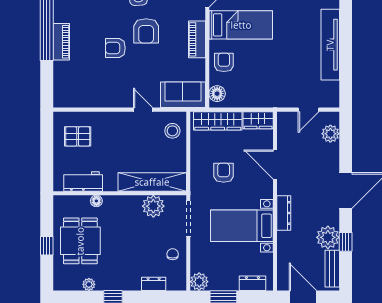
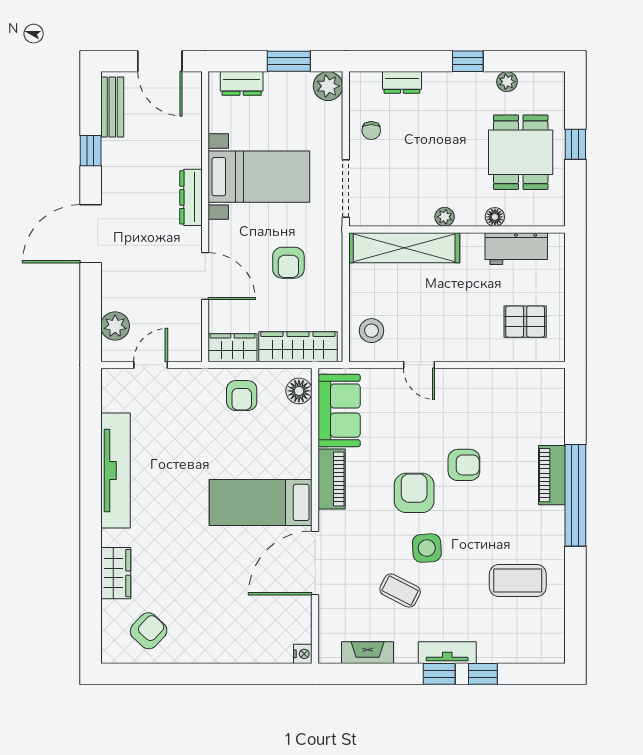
armchair: (224, 62) -> (242, 396), moved
sofa: (183, 95) -> (339, 411), moved, turned -90
plant: (153, 206) -> (445, 217), moved, width x0.53, depth x0.53
plant: (328, 237) -> (119, 158), removed

